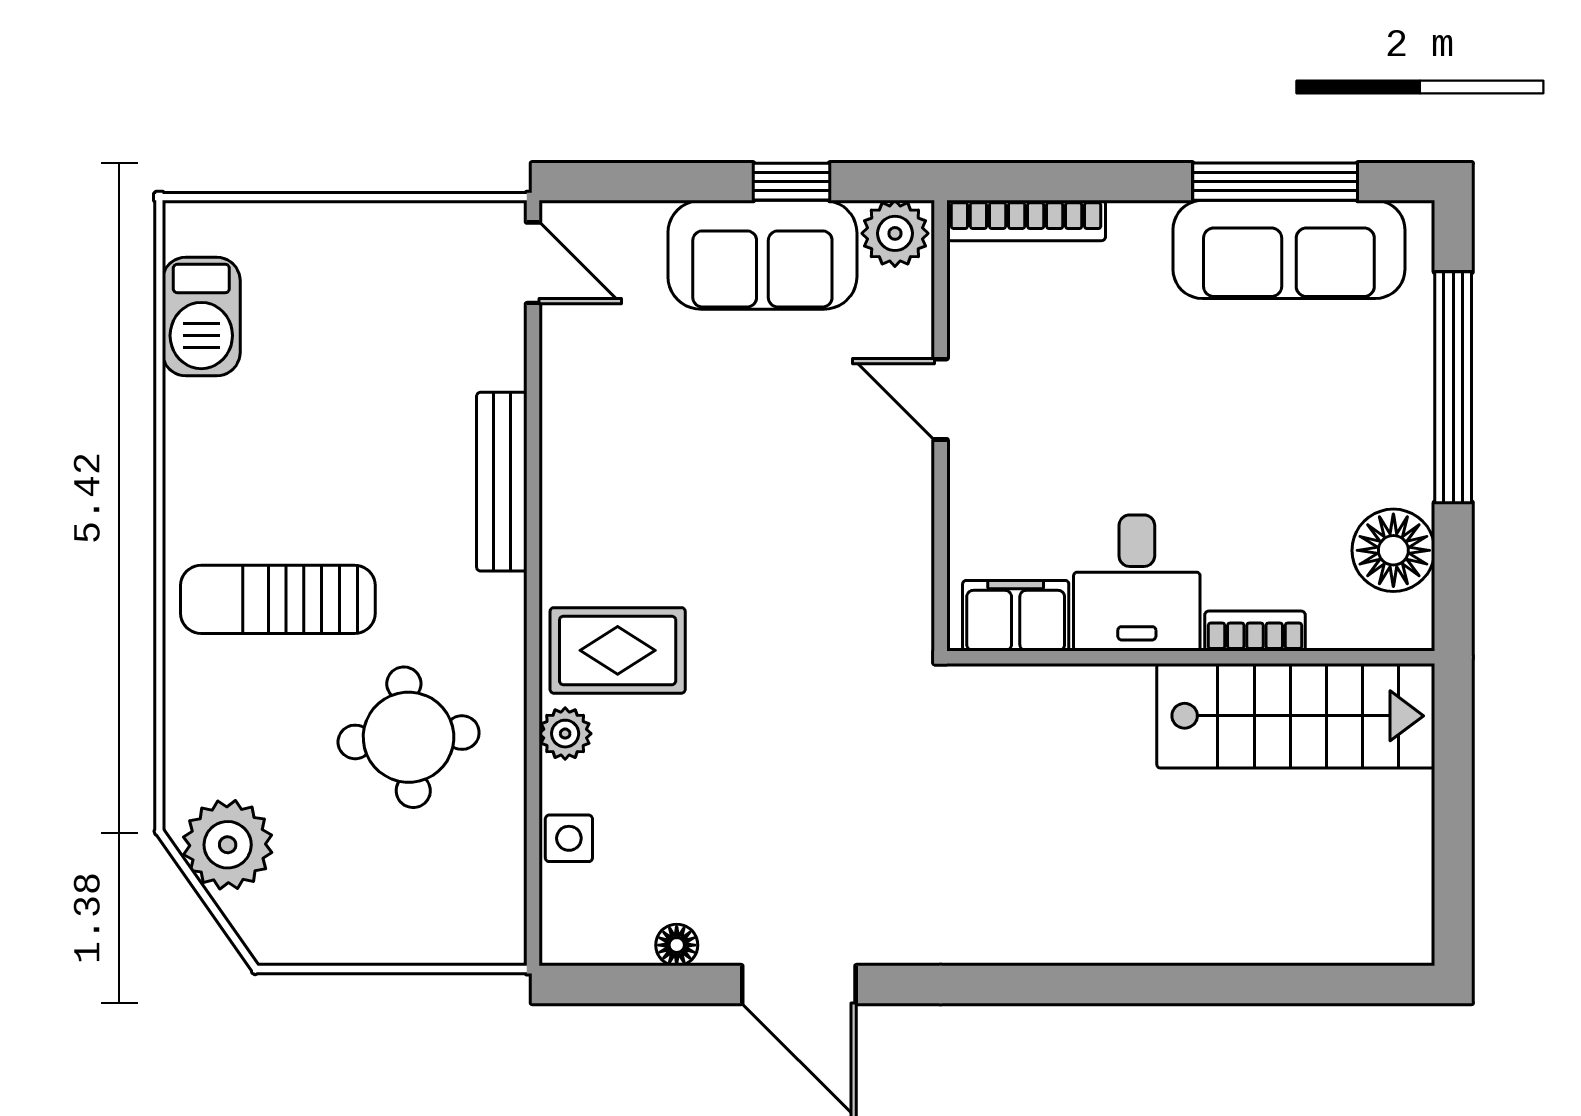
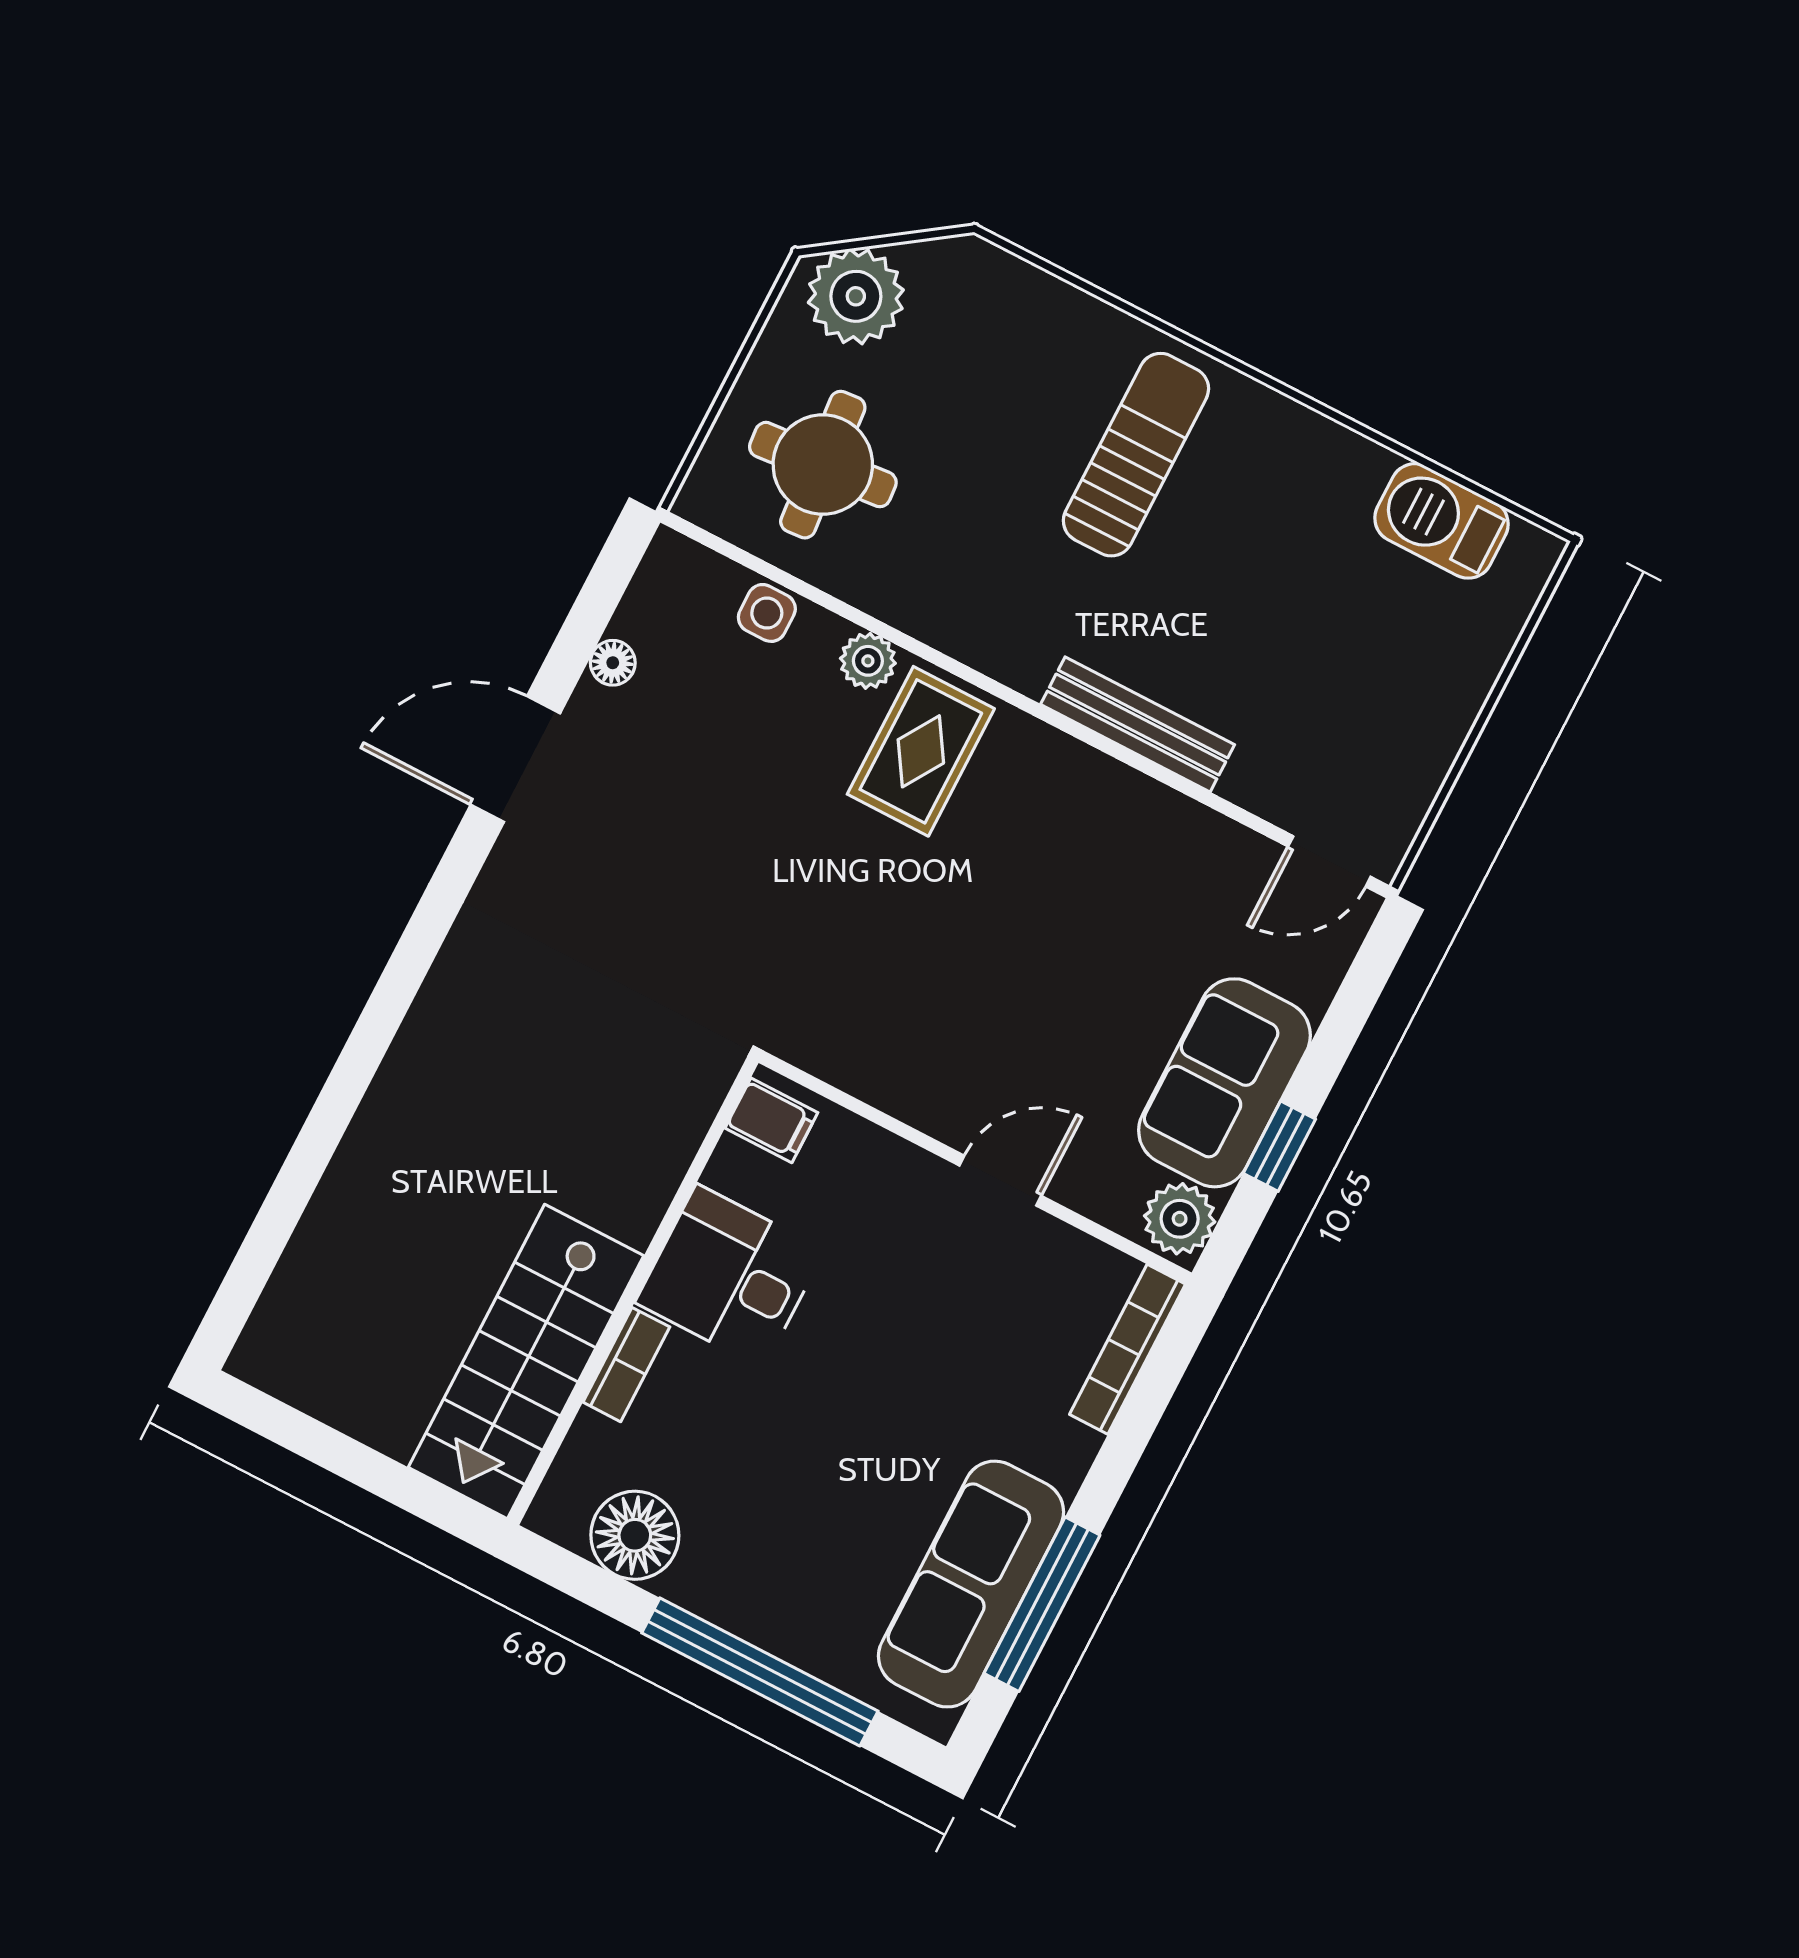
filing cabinet: (1016, 616) -> (771, 1120), width x0.50
round table: (409, 737) -> (823, 465), moved
plant: (228, 845) -> (856, 296), moved

